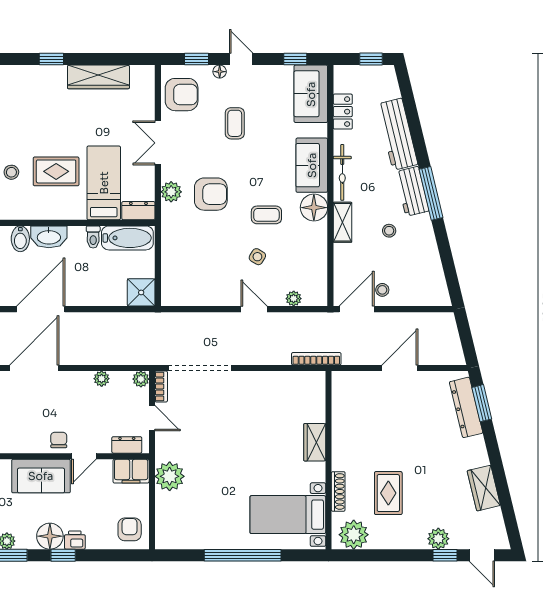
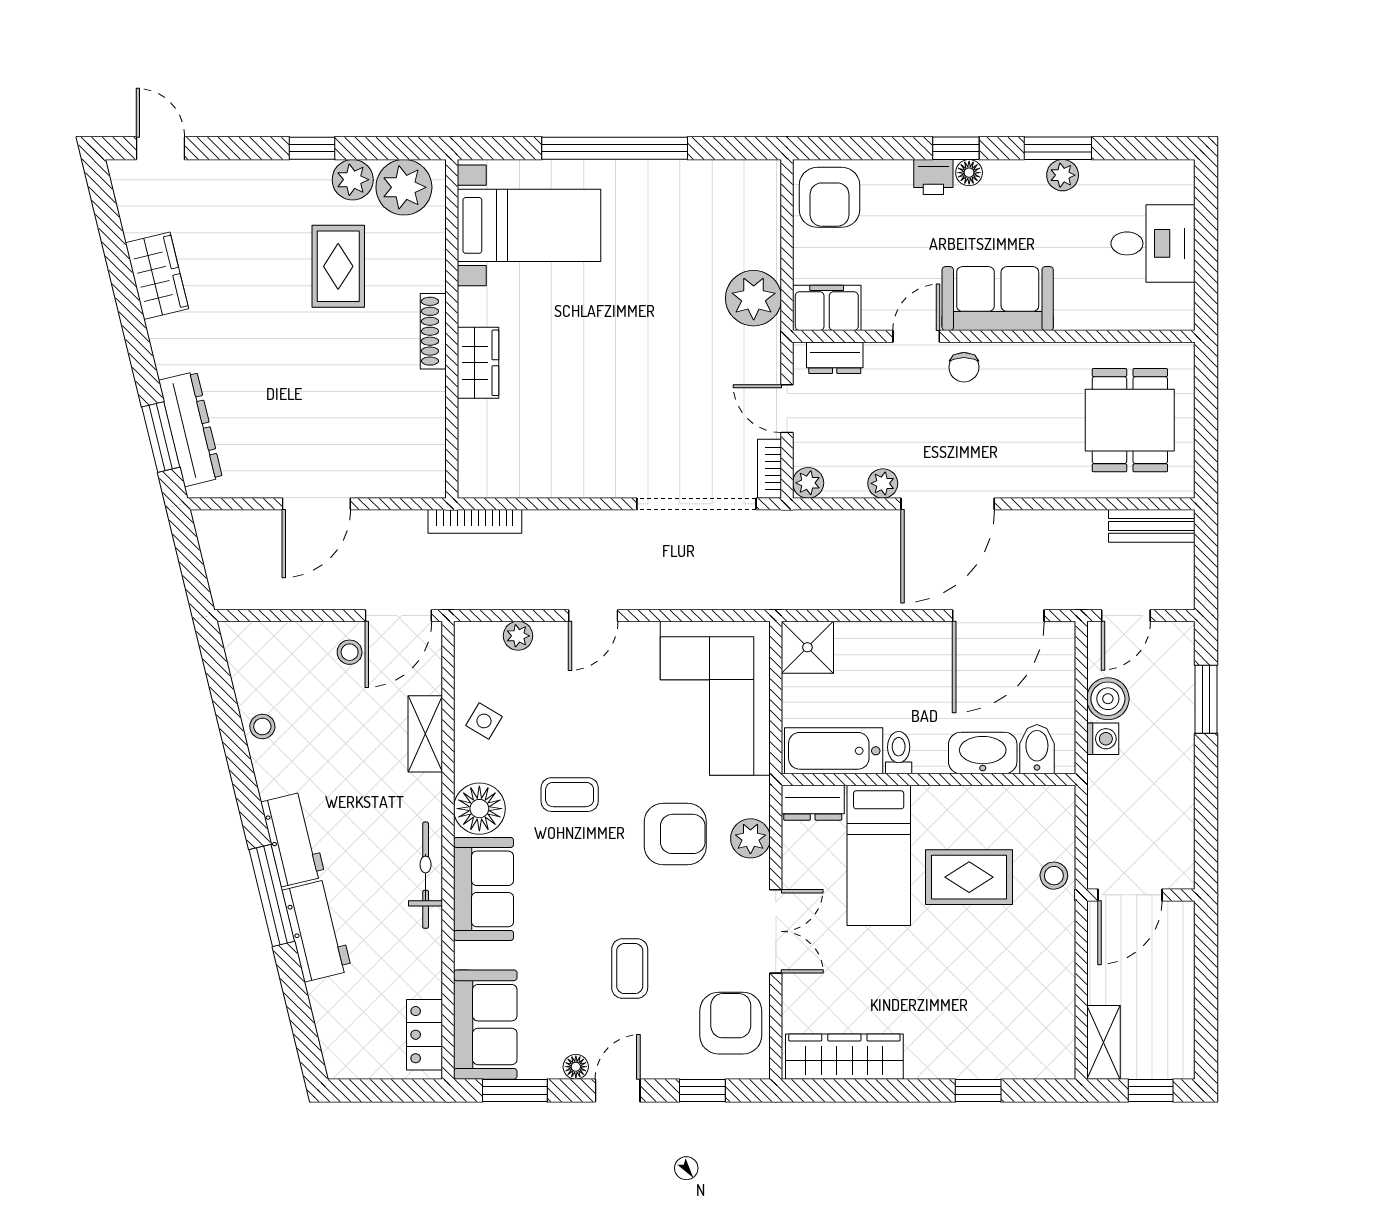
door: (241, 59) -> (618, 1090), swing flipped
window: (295, 59) -> (515, 1090), width x1.50
window: (371, 59) -> (371, 1090), removed
floor lamp: (220, 72) -> (576, 1067), moved
wardrobe: (98, 77) -> (844, 1057), moved
armchair: (182, 95) -> (731, 1023), turned 90
locker: (343, 112) -> (425, 1035), moved
workbench: (397, 134) -> (317, 930), width x0.73
window: (431, 193) -> (272, 896), moved
armchair: (211, 194) -> (675, 834), turned 180
shelving: (342, 222) -> (425, 734), moved
stool: (389, 231) -> (262, 726), moved
side table: (257, 257) -> (484, 721), moved
corner sofa: (190, 266) -> (715, 698), added
door: (254, 309) -> (593, 616), hinge flipped
door: (34, 368) -> (948, 504), moved
shoe rack: (338, 491) -> (433, 331), moved
armchair: (130, 529) -> (829, 197), width x1.38, depth x1.38
floor lamp: (50, 536) -> (969, 173), width x0.53, depth x0.53
plant: (438, 539) -> (353, 180), moved
window: (445, 555) -> (312, 148), moved

